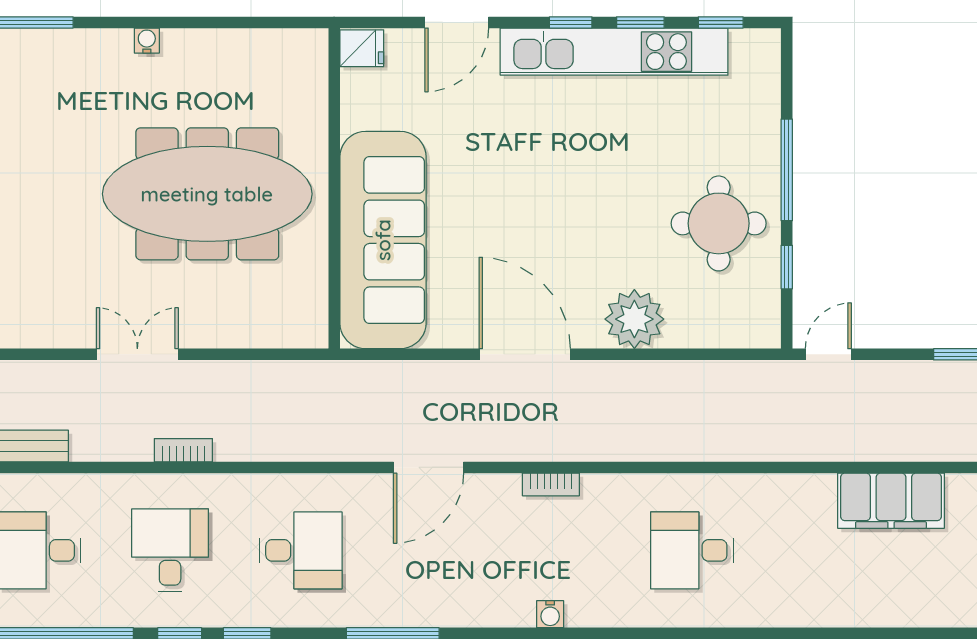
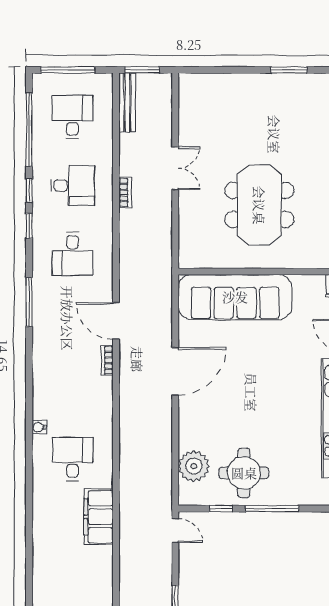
meeting table: (207, 194) -> (259, 205), width x0.73
plant: (634, 319) -> (194, 466), moved
bookcase: (551, 484) -> (107, 360), moved
filing cabinet: (891, 501) -> (99, 517), moved
water cooler: (550, 614) -> (39, 427), moved

